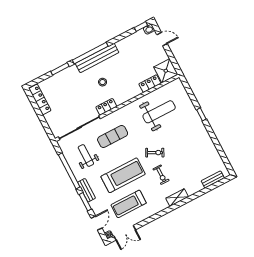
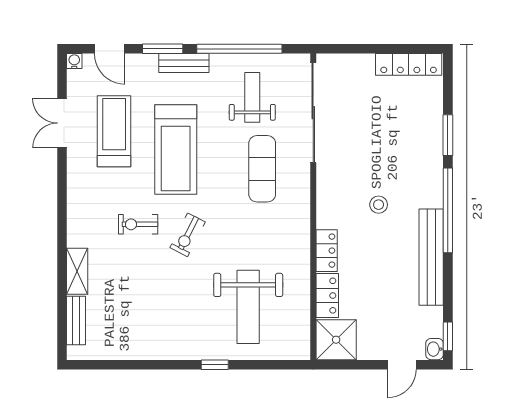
bench: (97, 58) -> (431, 257), moved
locker: (106, 107) -> (327, 251), moved
weight bench: (159, 112) -> (248, 307), moved
weight bench: (86, 155) -> (252, 97), turned -90
shelving: (177, 198) -> (77, 271), moved
double door: (125, 233) -> (62, 123), moved

